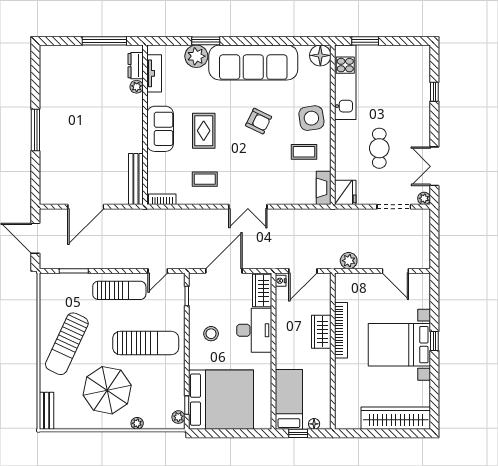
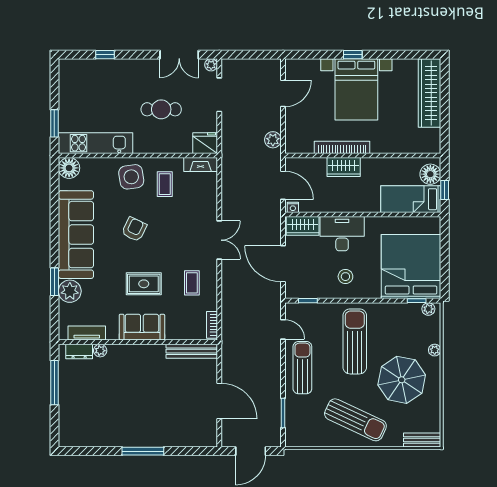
floor lamp: (314, 424) -> (430, 174), width x1.89, depth x1.89

